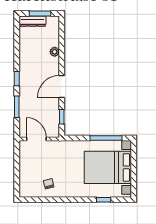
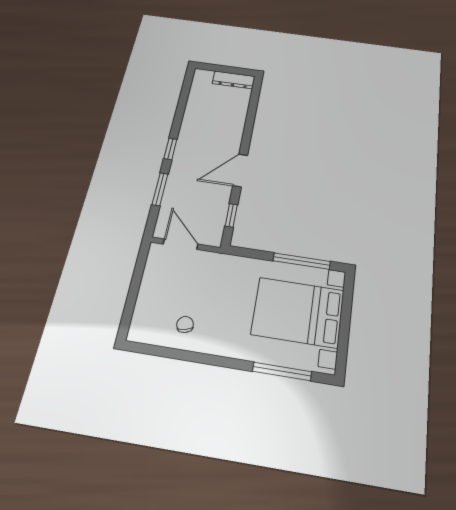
window: (40, 13) -> (227, 69), removed
dresser: (33, 21) -> (234, 80), moved
plant: (55, 52) -> (238, 121), removed
window: (104, 200) -> (282, 371), width x2.17

